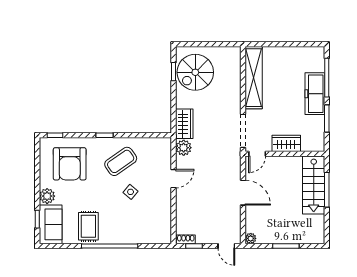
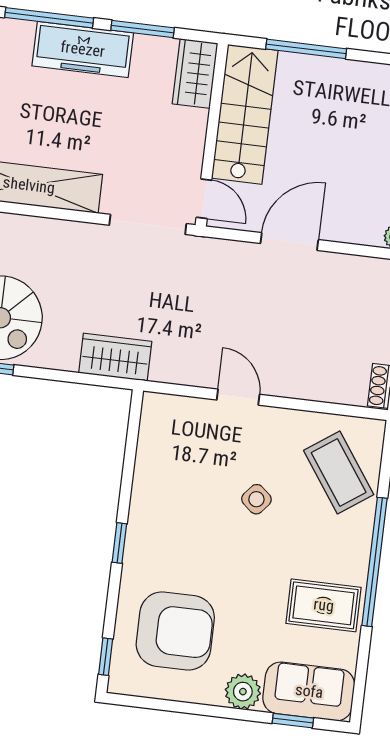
wardrobe: (286, 143) -> (195, 73), moved
plant: (184, 148) -> (170, 366), removed
coffee table: (121, 161) -> (339, 472), moved
stairs: (314, 185) -> (245, 114), moved, turned -90

